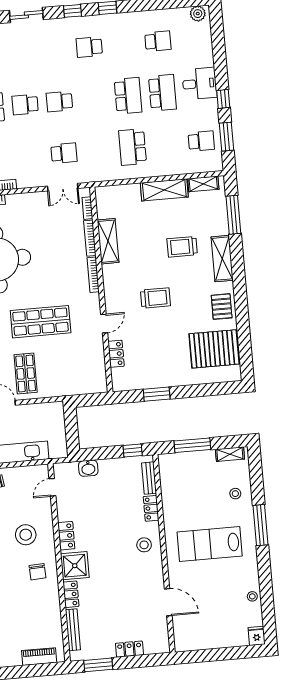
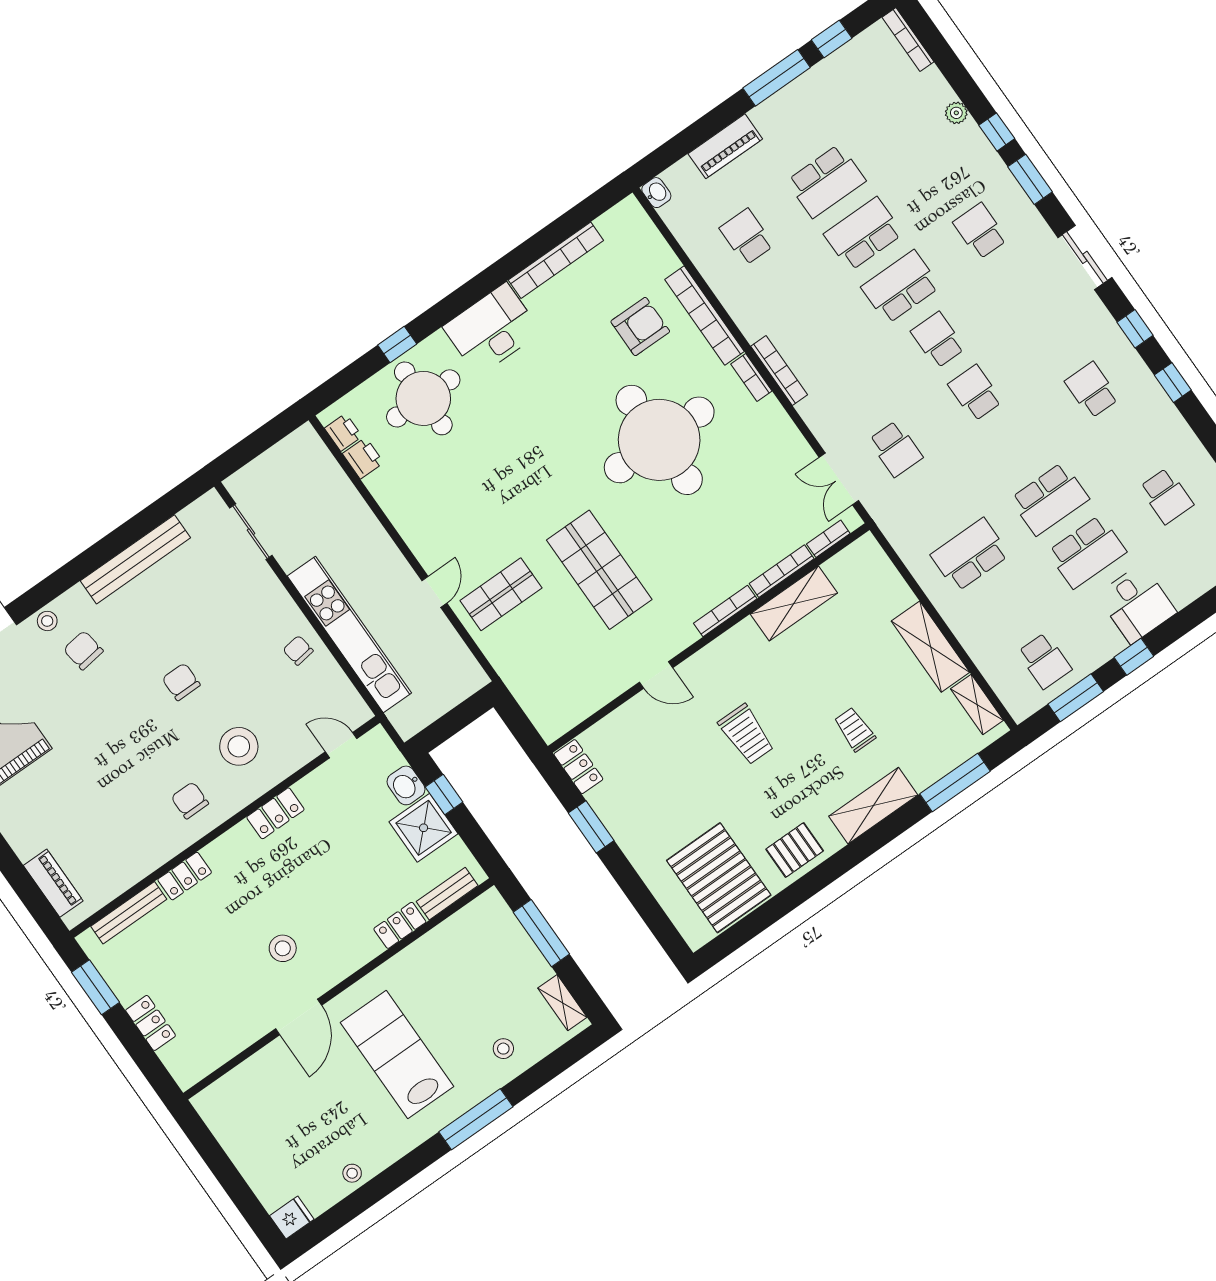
trolley: (182, 247) -> (855, 729), width x0.73, depth x0.72
locker: (116, 354) -> (578, 767), moved, turned -90
window: (133, 450) -> (444, 795), moved
stool: (144, 545) -> (283, 948), moved
shower: (75, 566) -> (424, 828), moved
chair: (37, 572) -> (190, 800), turned 93
door: (168, 602) -> (299, 1017), moved

